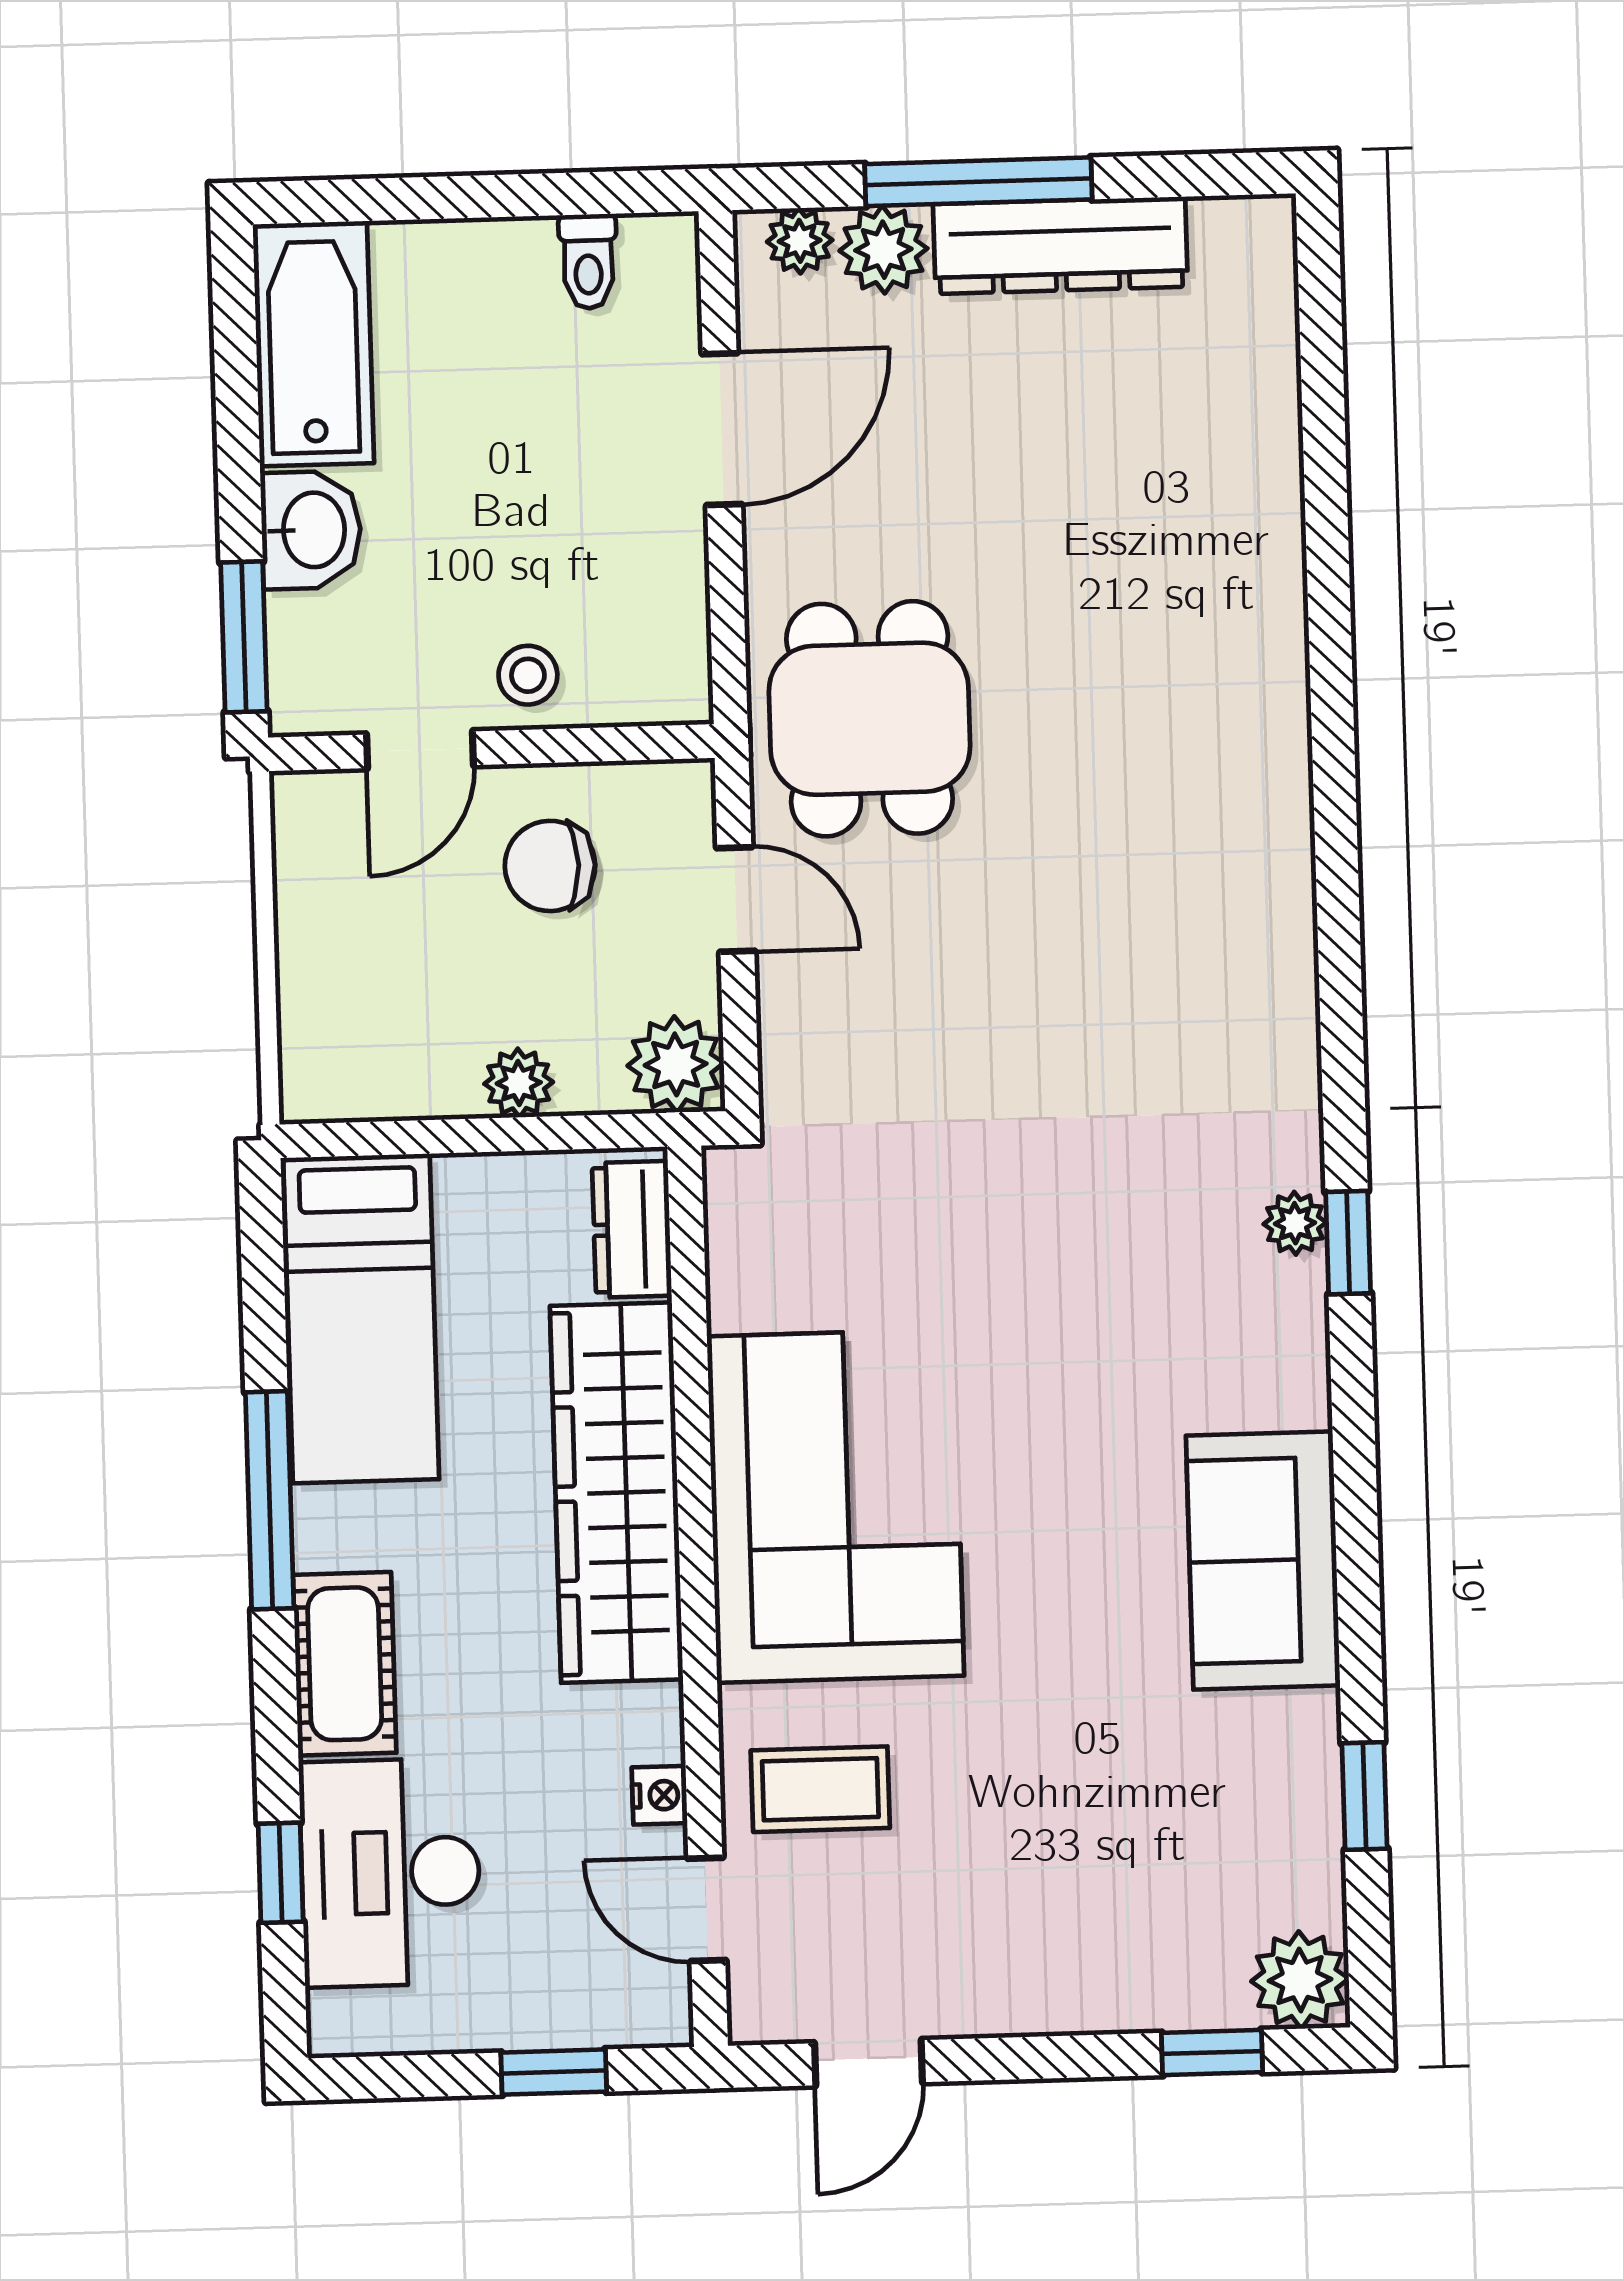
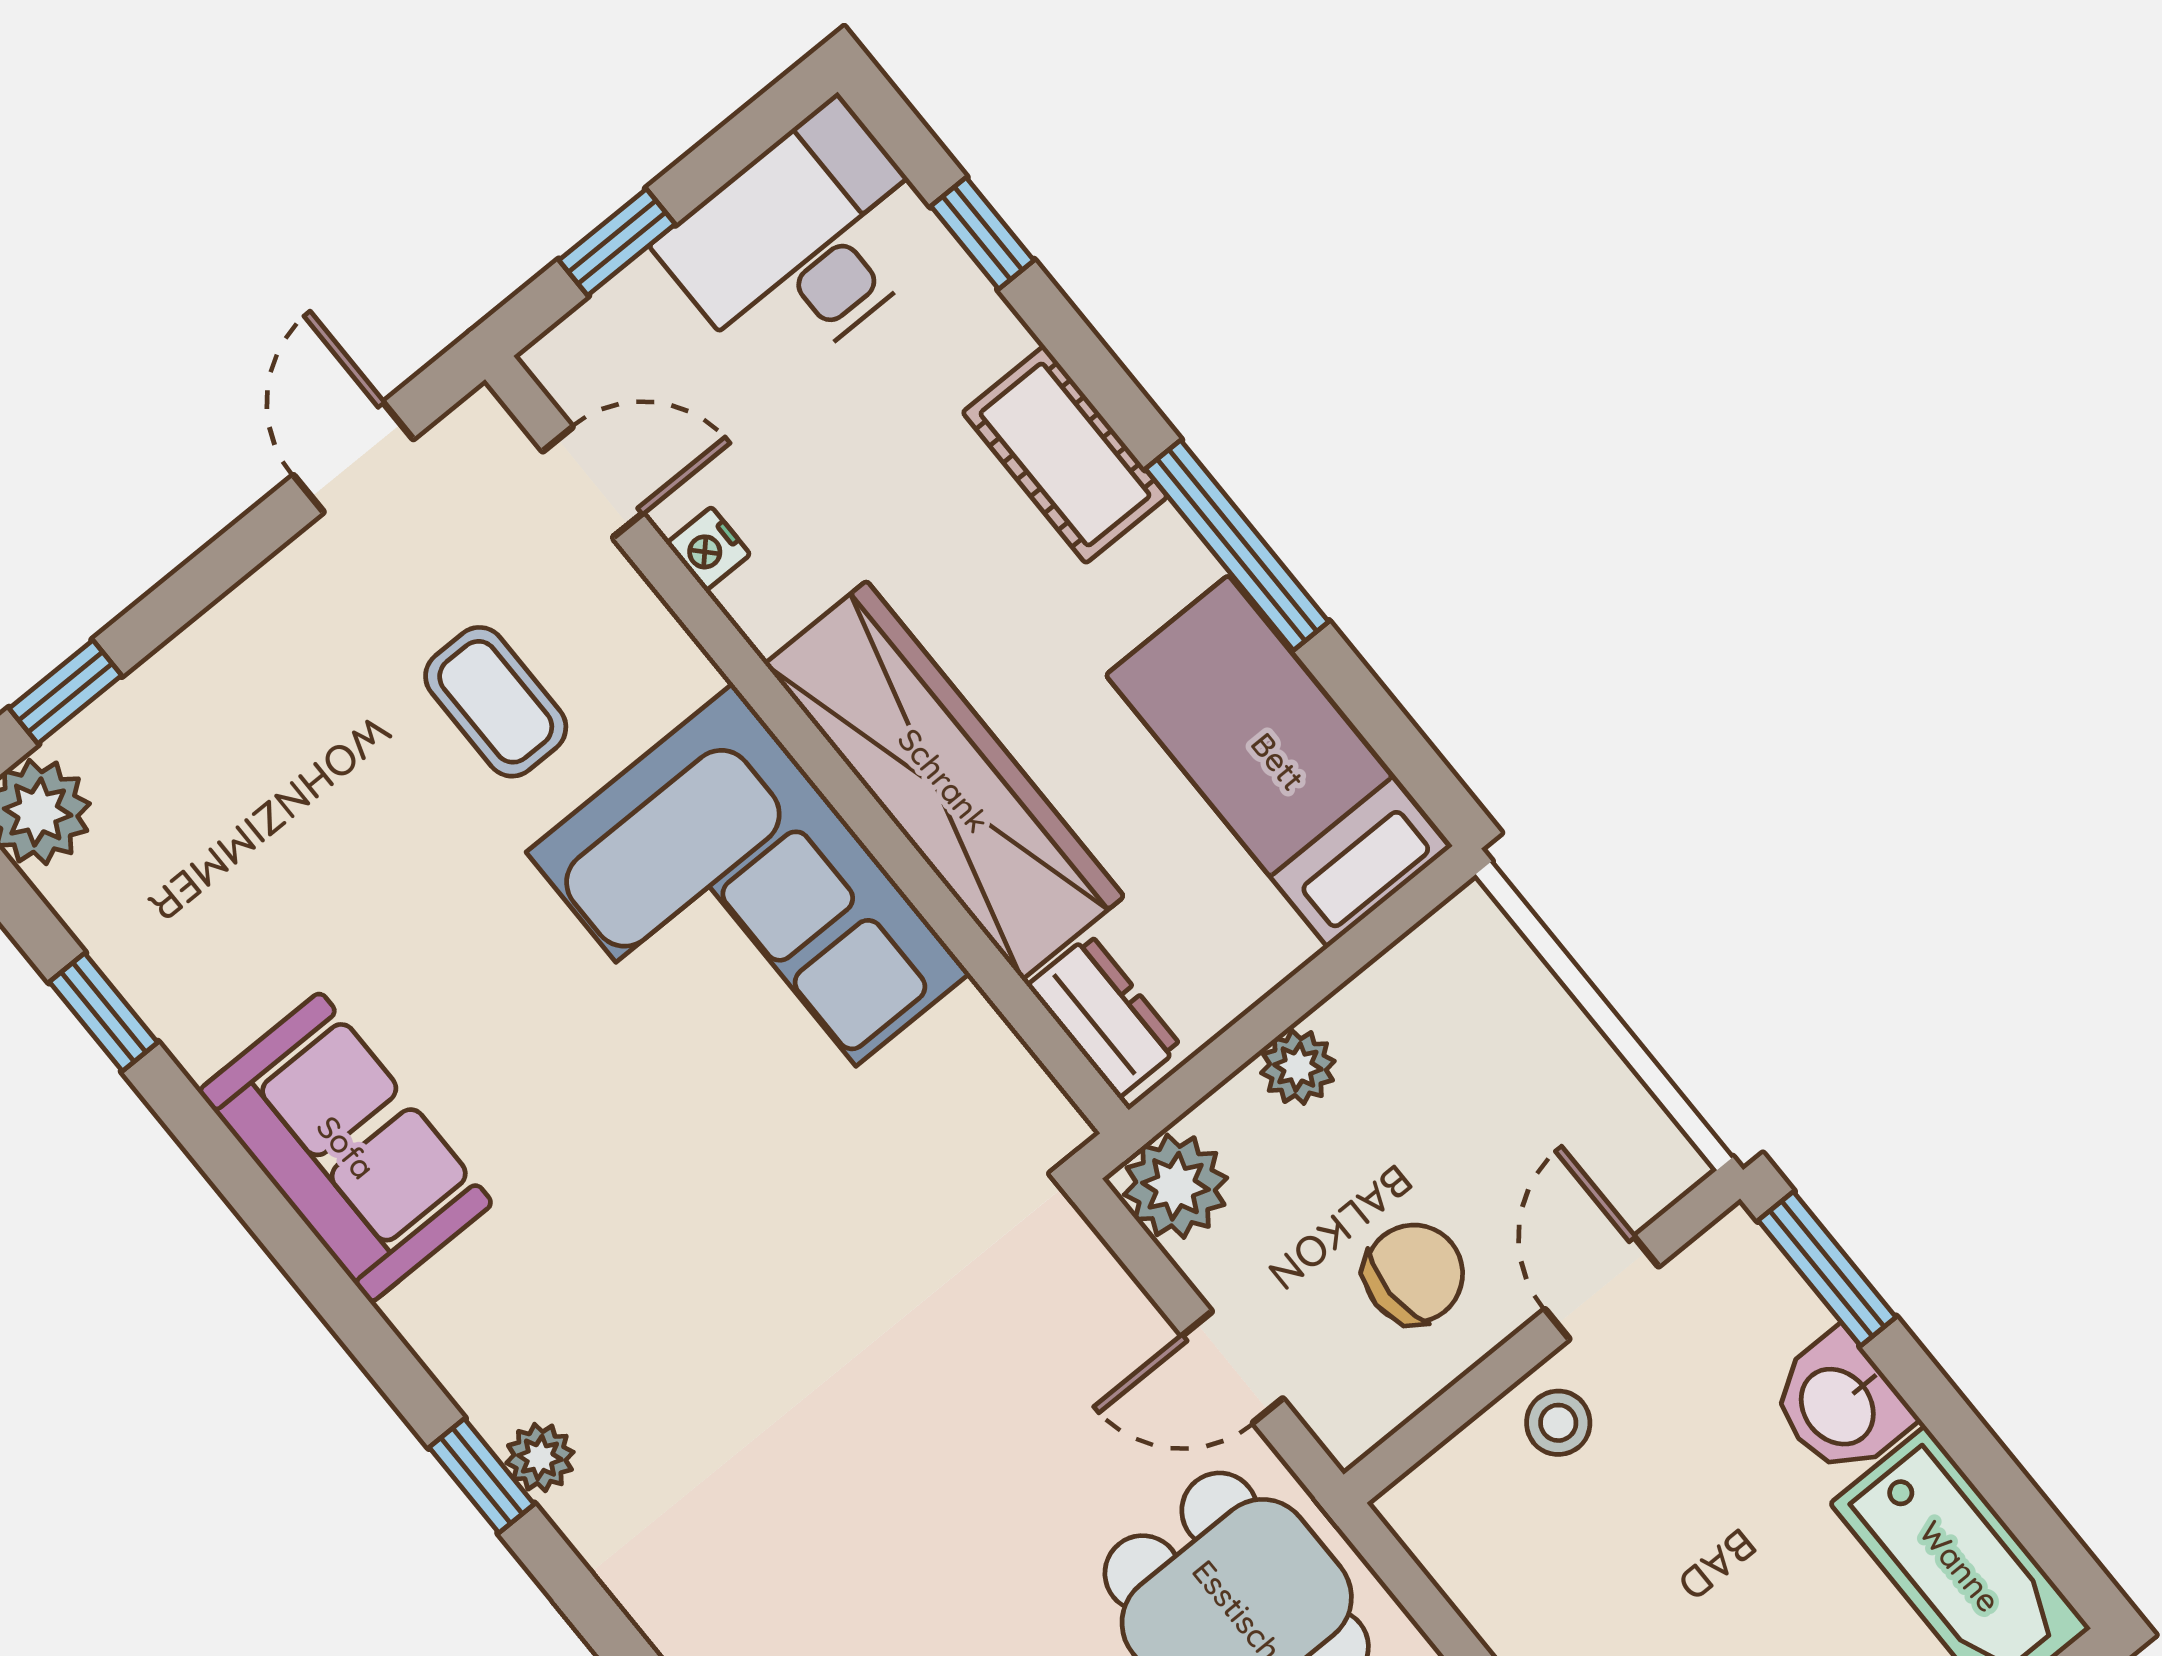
coffee table: (820, 1789) -> (496, 702), moved, turned 90
desk: (390, 1873) -> (804, 243), moved, turned -90

